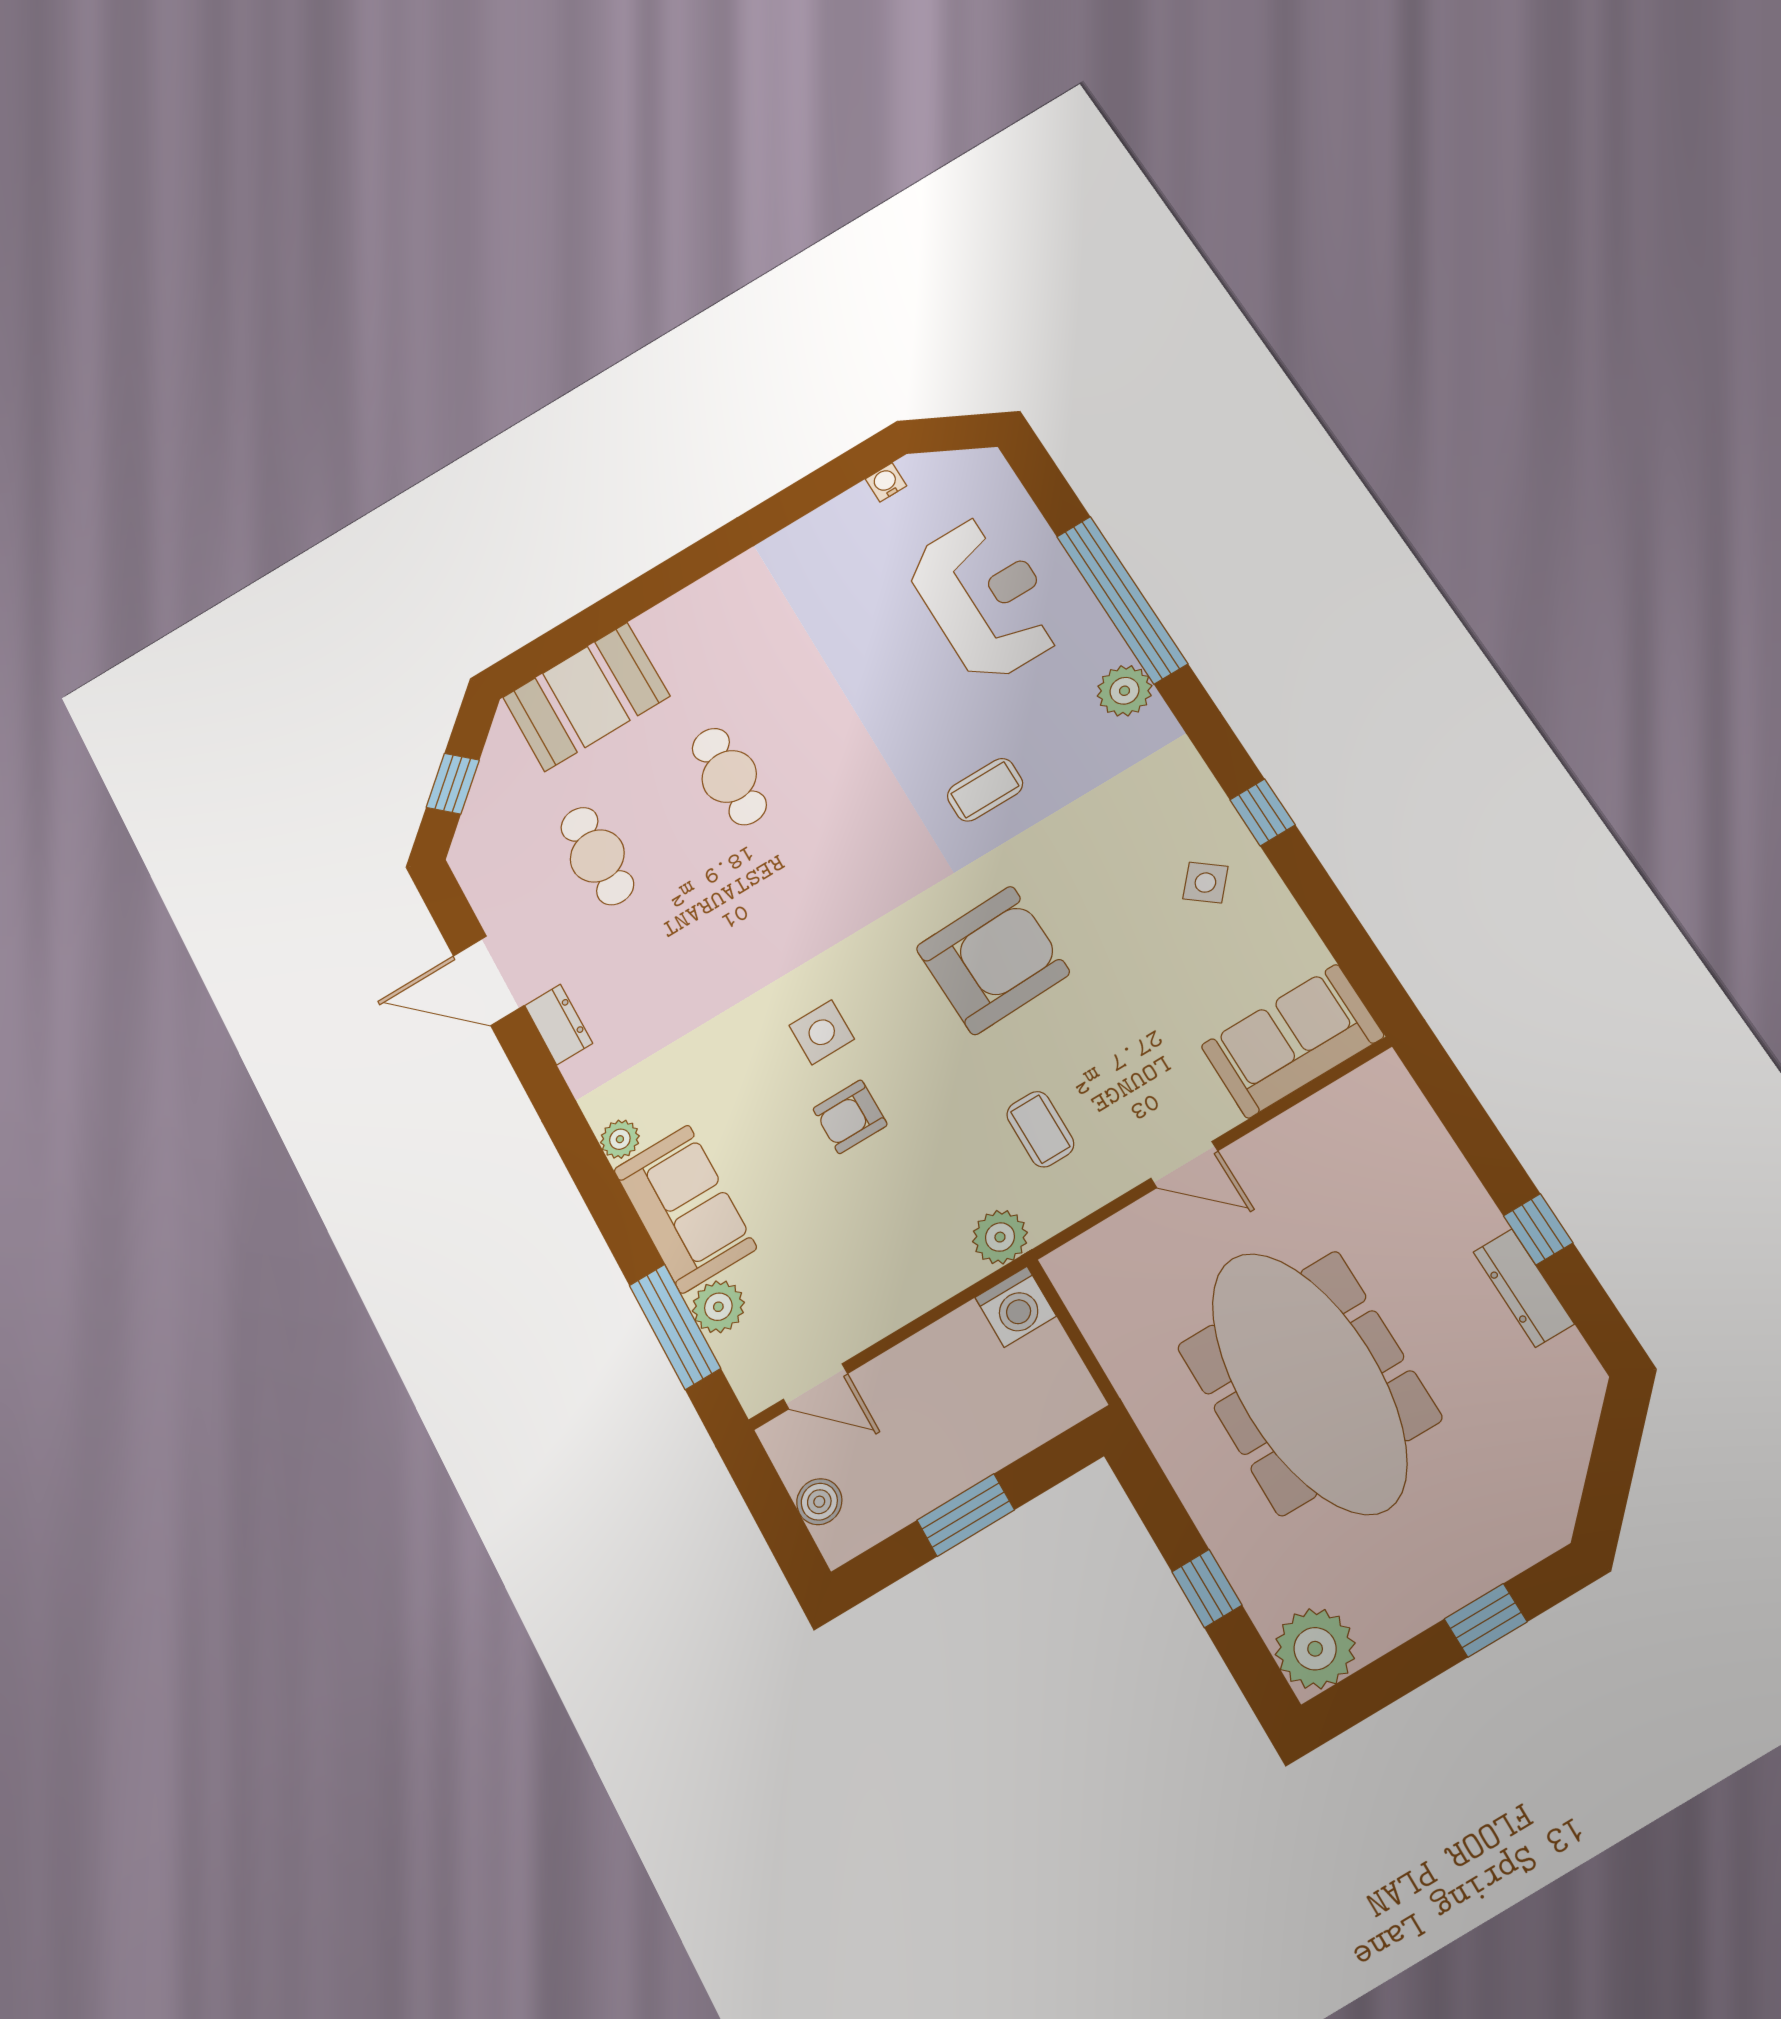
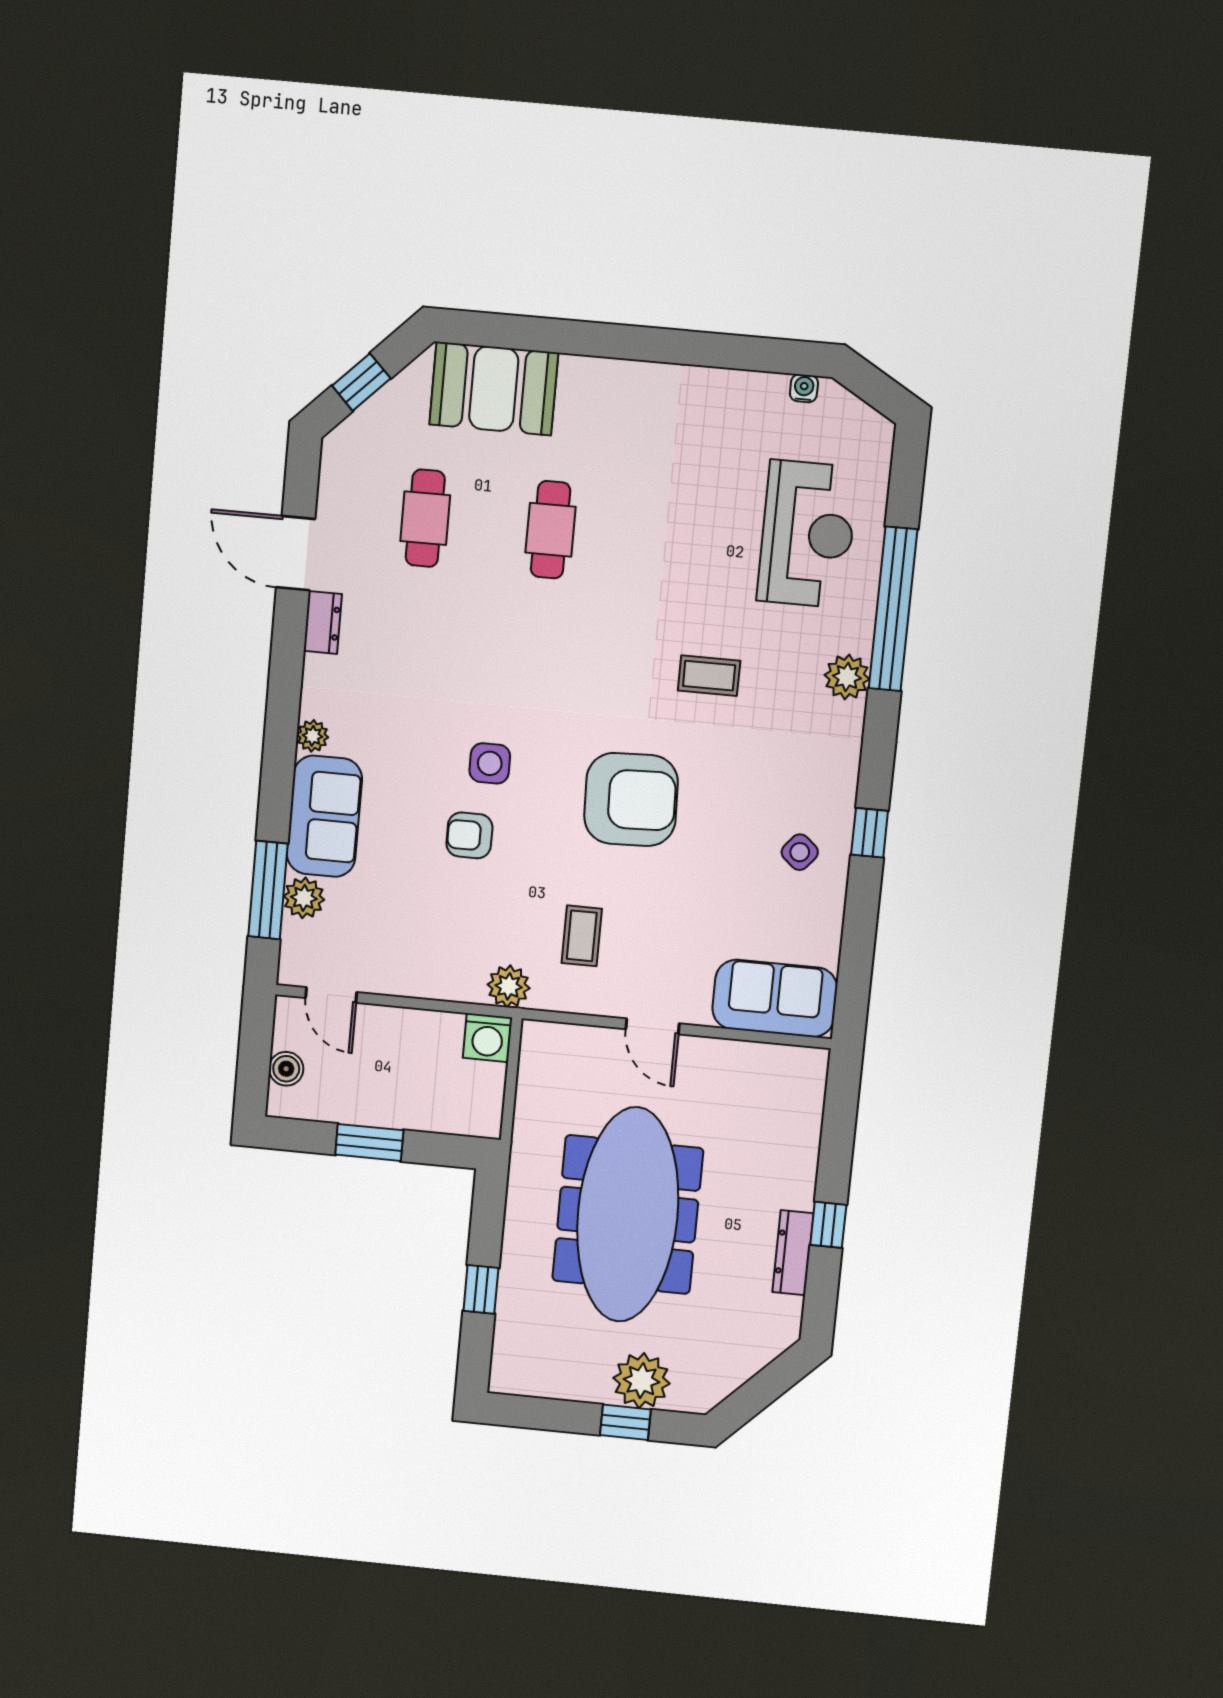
plant: (1315, 1649) -> (642, 1381), moved

